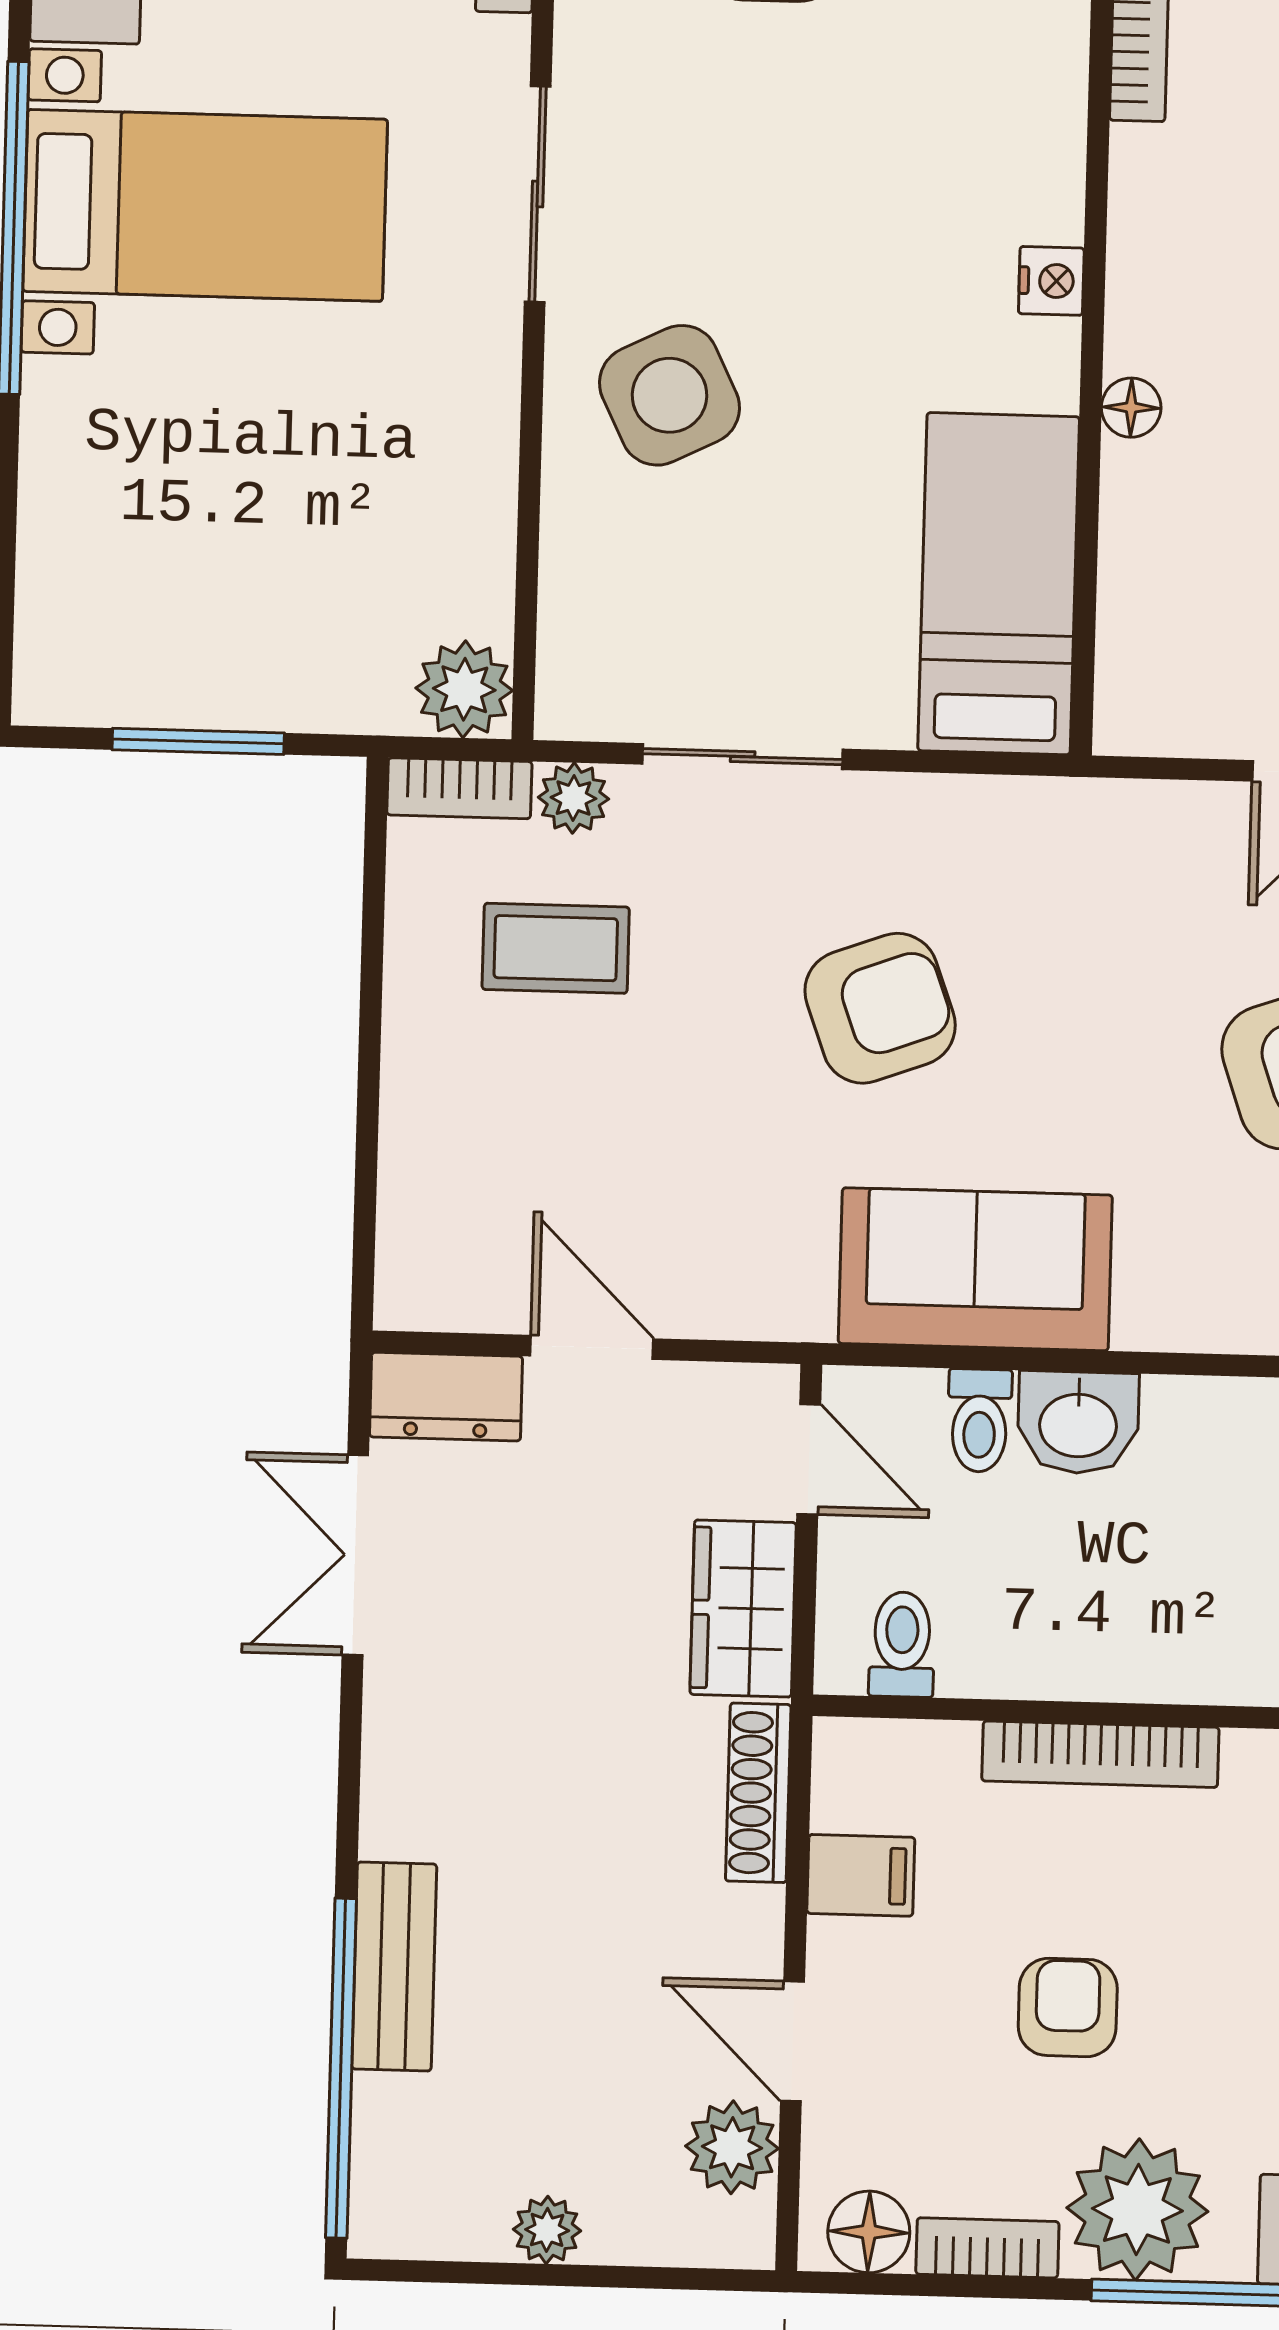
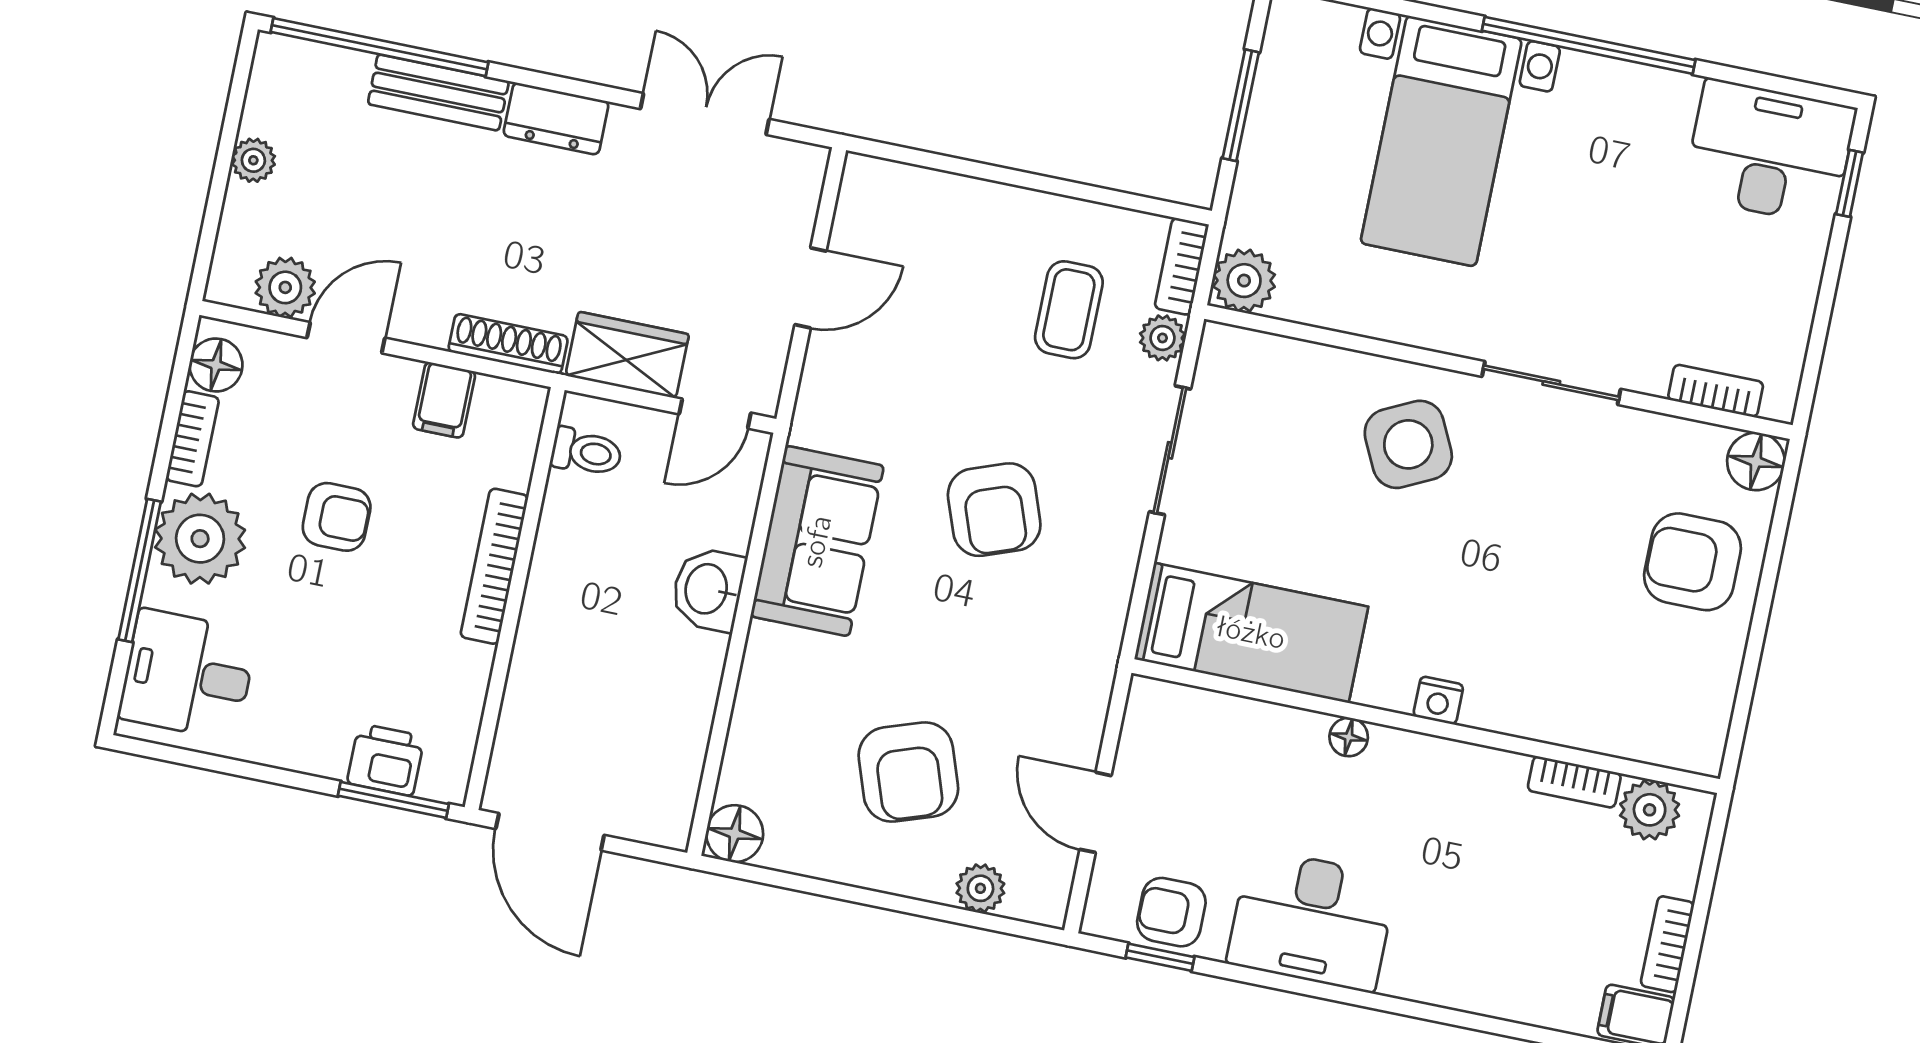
bed with nightstands: (205, 205) -> (1441, 141), moved
dresser: (446, 1397) -> (556, 119), moved, turned -90
toilet: (979, 1420) -> (720, 527), removed

